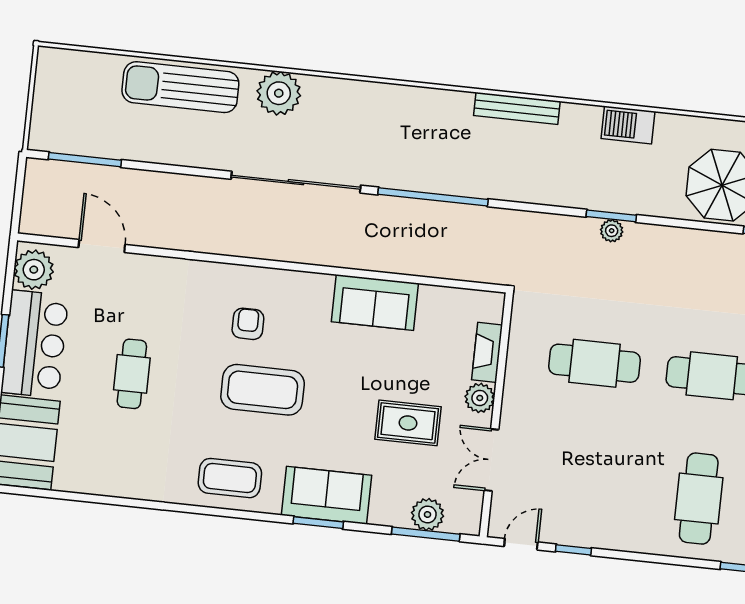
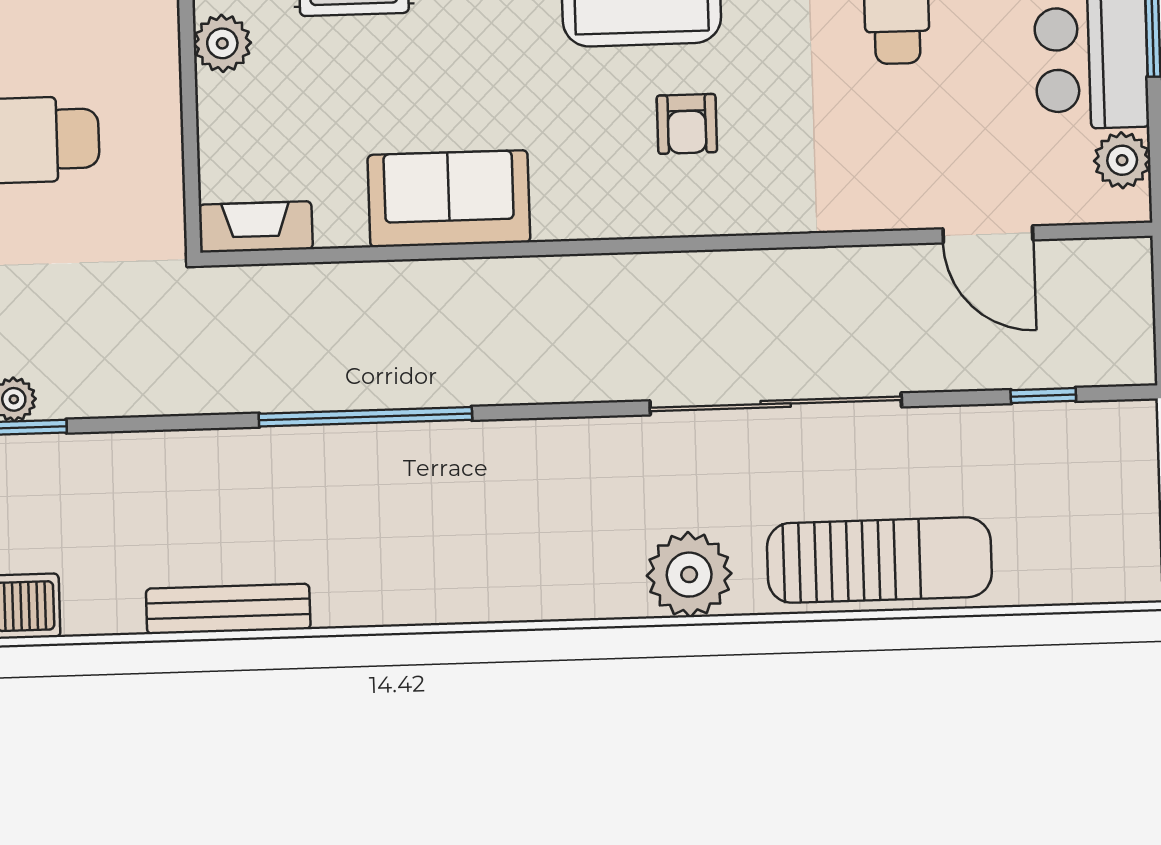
window: (85, 160) -> (1043, 395), width x0.46
sliding door: (296, 182) -> (776, 404), moved
plant: (34, 270) -> (1122, 160), width x0.73, depth x0.73
fireplace: (487, 352) -> (256, 227), moved, turned -90

